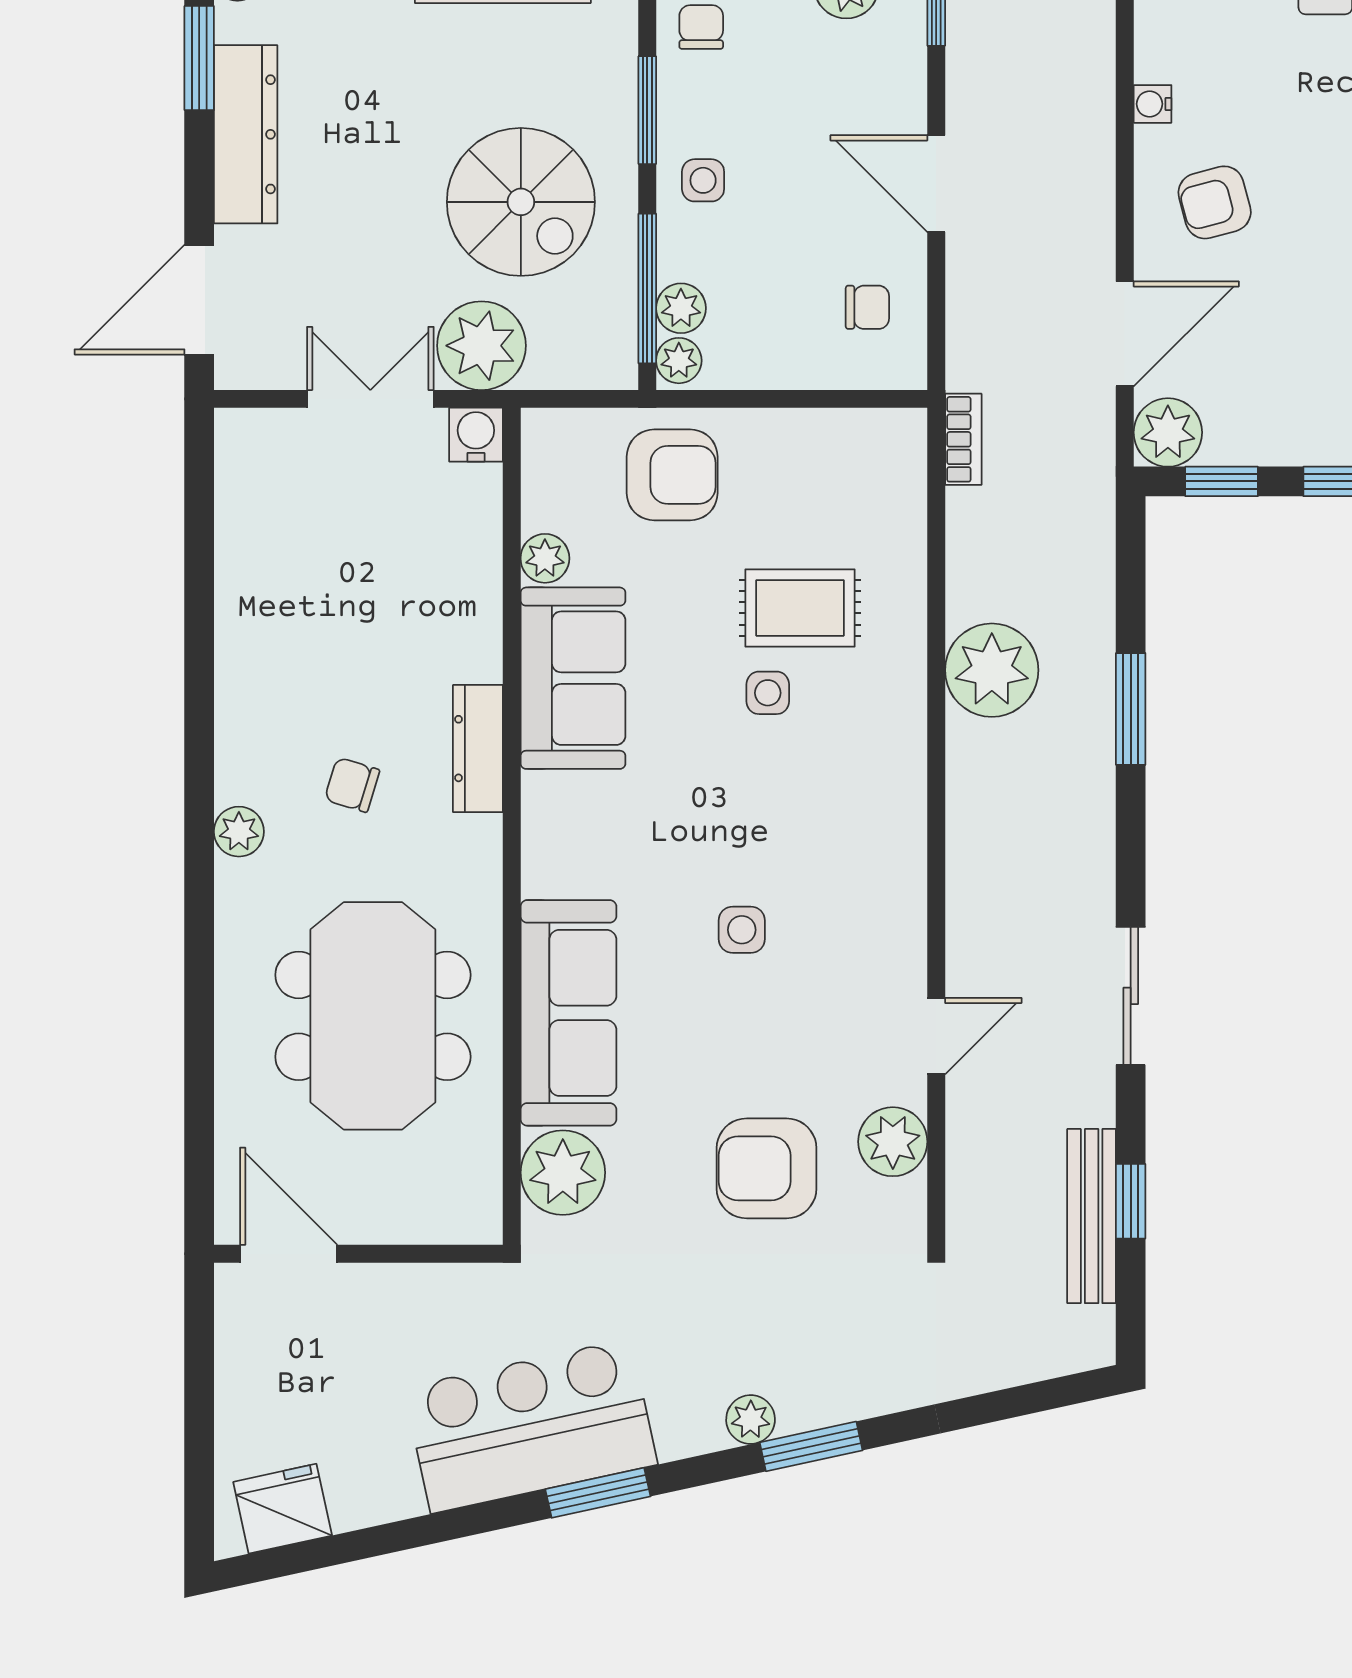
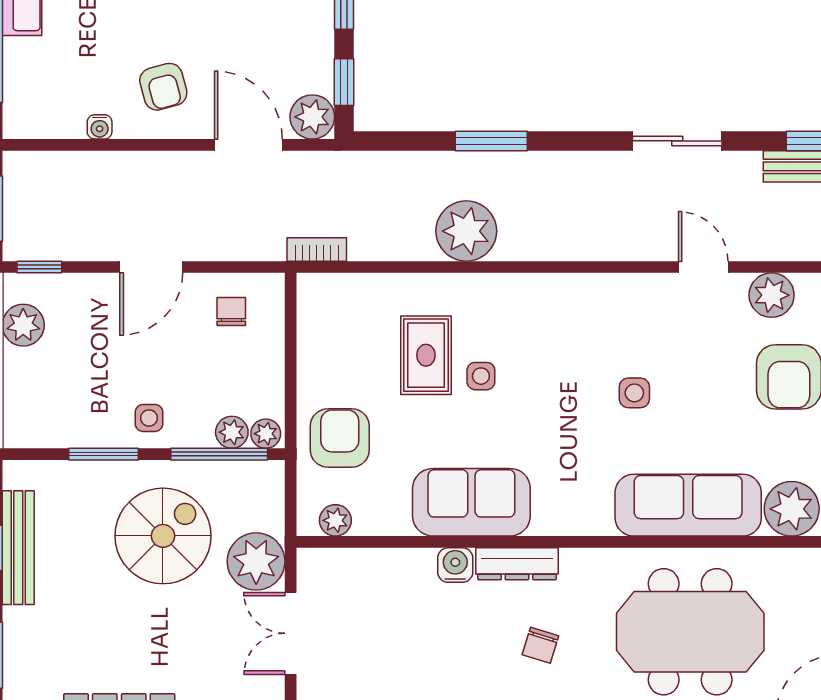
chair: (701, 27) -> (50, 419), removed
water cooler: (476, 435) -> (455, 565), moved, turned 90
plant: (545, 558) -> (335, 520), moved

